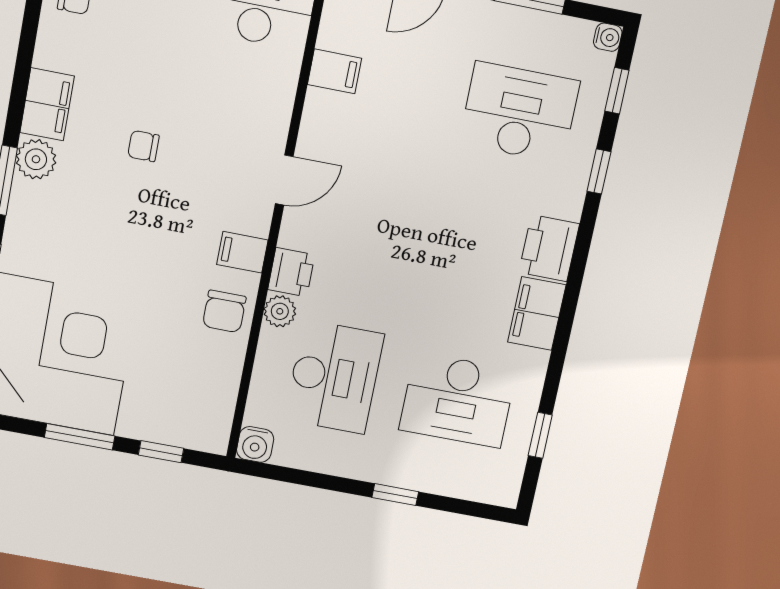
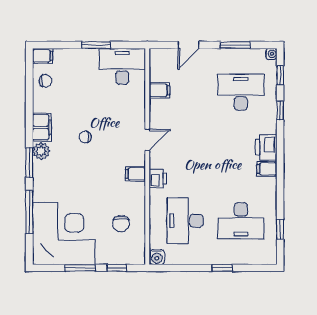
chair: (224, 311) -> (121, 224), moved
plant: (280, 311) -> (156, 196), removed
filing cabinet: (537, 313) -> (267, 169), width x0.50
desk: (334, 377) -> (185, 221), turned 180

